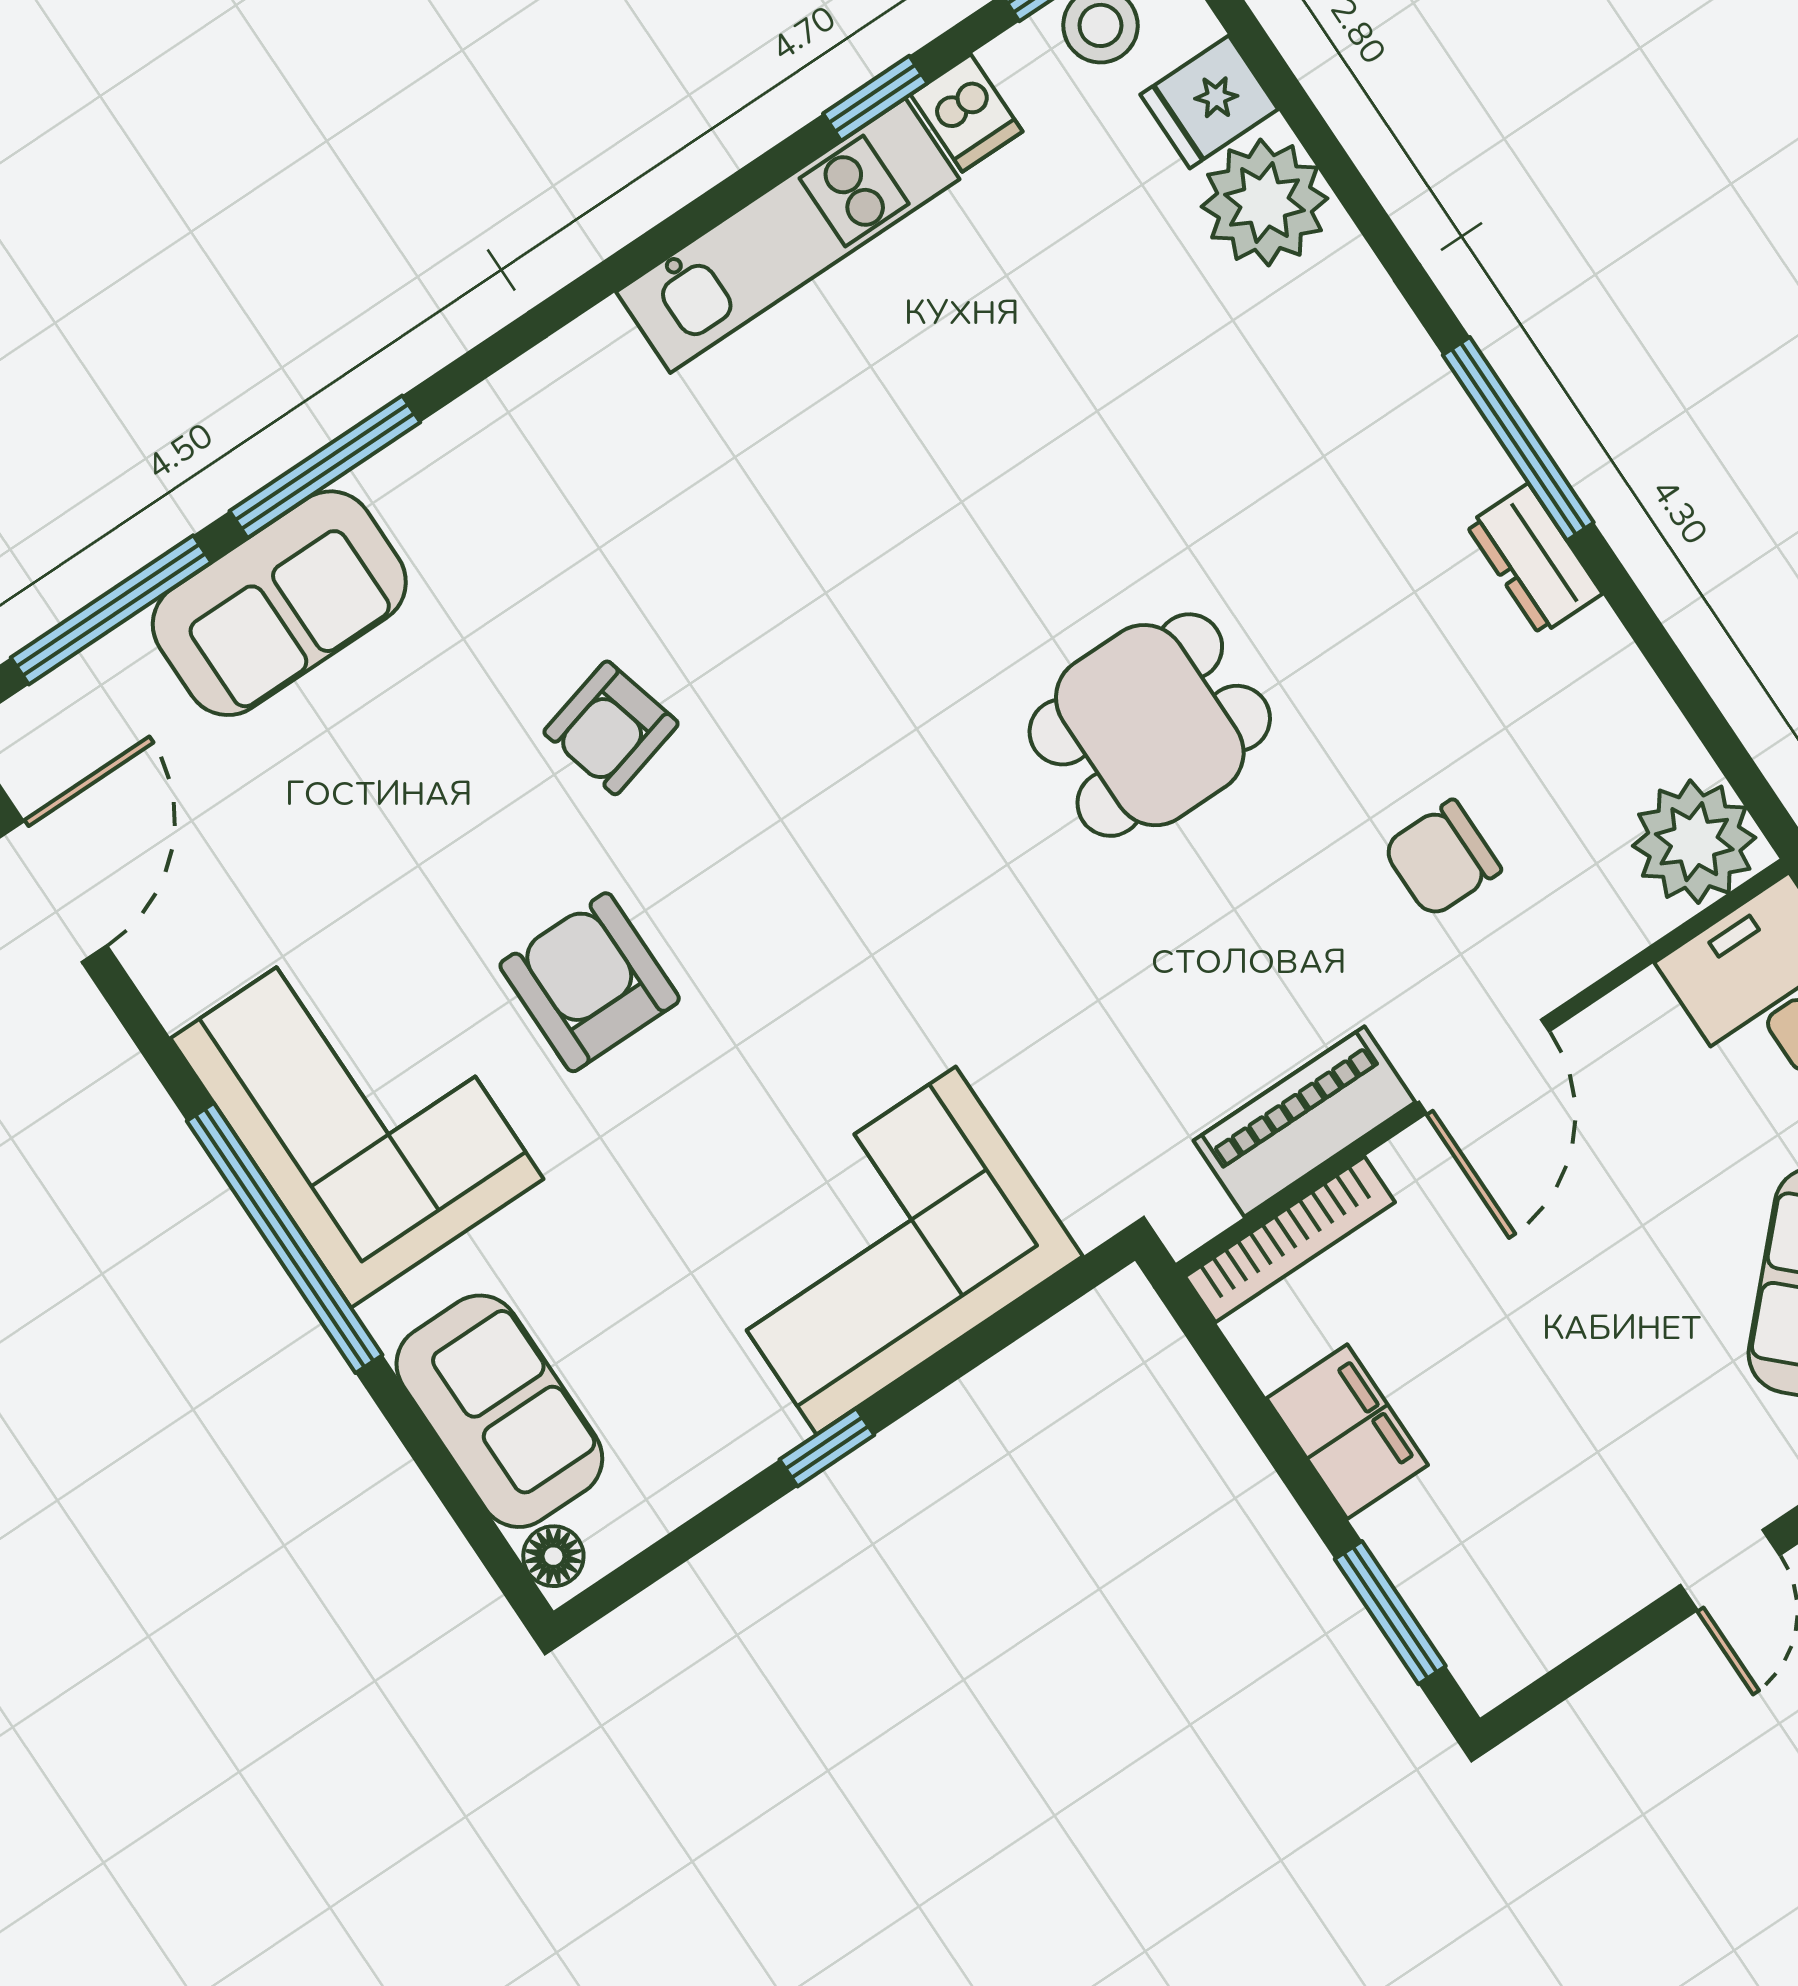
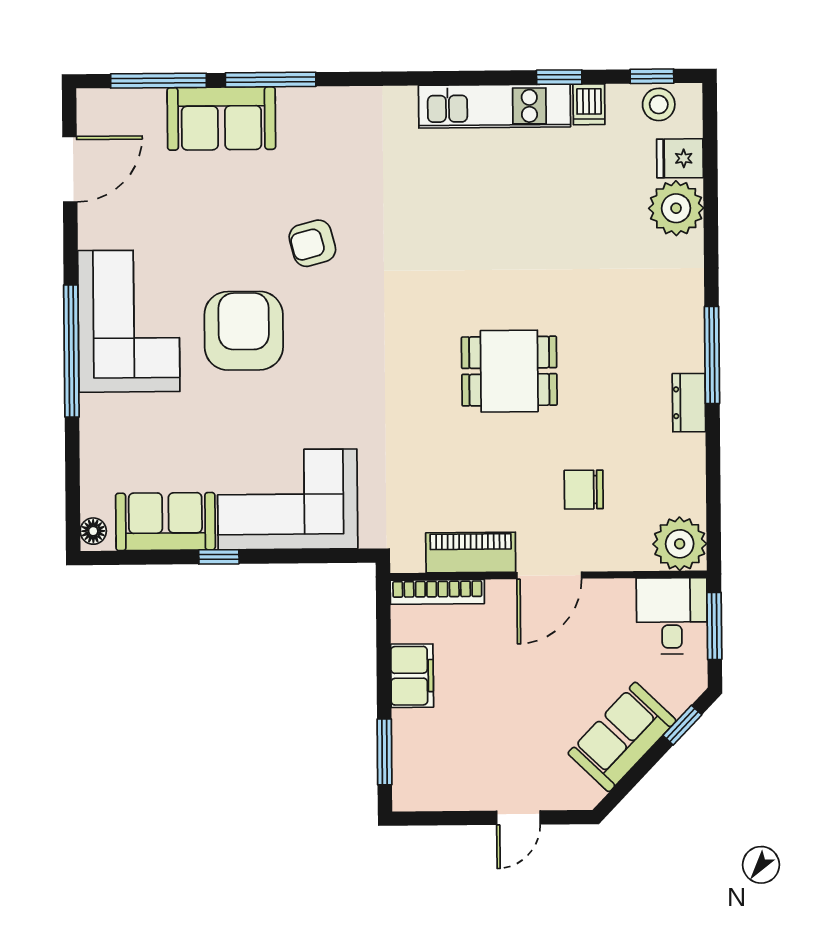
armchair: (590, 982) -> (244, 331), width x1.36, depth x1.36
sofa: (499, 1411) -> (165, 522), moved, turned -90

